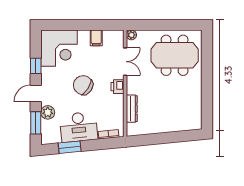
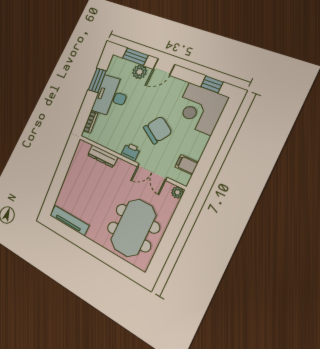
filing cabinet: (96, 38) -> (187, 165), moved
window: (36, 66) -> (212, 84), moved
chair: (83, 85) -> (158, 130), moved
door: (36, 94) -> (164, 67), swing flipped
tv unit: (197, 110) -> (69, 220), added

